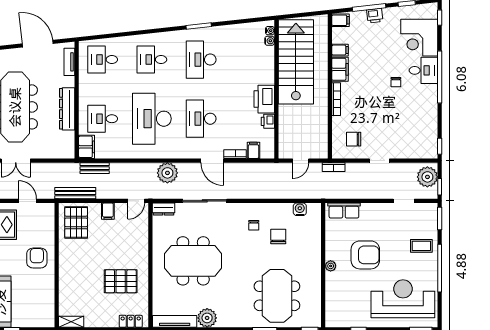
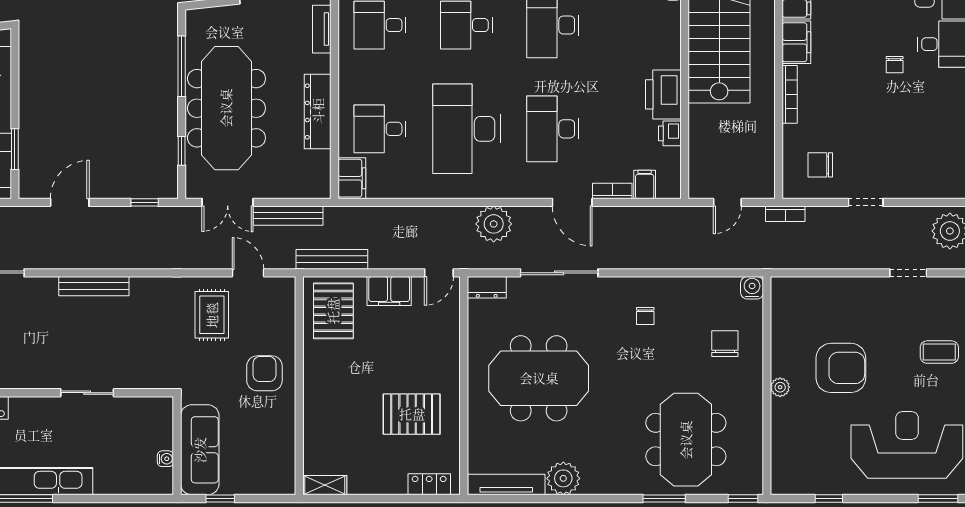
bench: (95, 168) -> (288, 216), moved, width x1.36
water cooler: (300, 209) -> (752, 288), moved
row of seats: (344, 210) -> (803, 290), removed
filing cabinet: (108, 211) -> (389, 291), width x2.00
chair: (278, 236) -> (725, 344), moved

